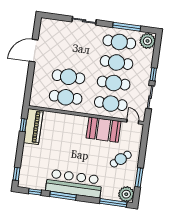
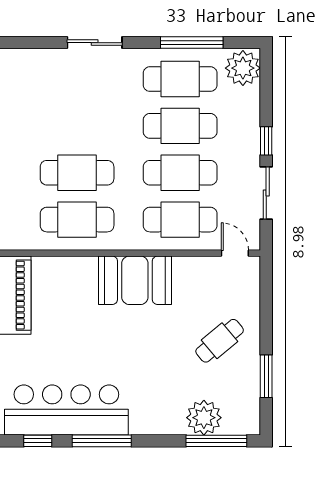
booth: (104, 130) -> (135, 280), moved
bar counter: (74, 184) -> (66, 410), moved
plant: (126, 194) -> (204, 418), moved

